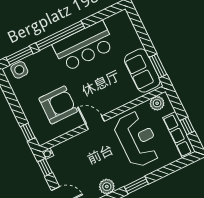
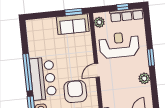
bar counter: (84, 46) -> (43, 79), moved

